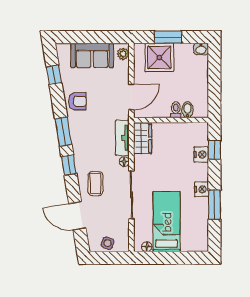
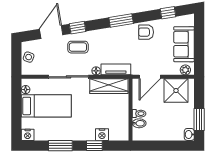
window: (168, 37) -> (199, 119), moved
shower: (159, 57) -> (176, 91), moved
door: (131, 97) -> (150, 77), hinge flipped
armchair: (77, 101) -> (146, 32), turned 90
wardrobe: (143, 138) -> (109, 86), width x1.50
window: (214, 150) -> (94, 146), moved
window: (69, 165) -> (78, 28), moved
nightstand: (201, 189) -> (28, 135), moved

